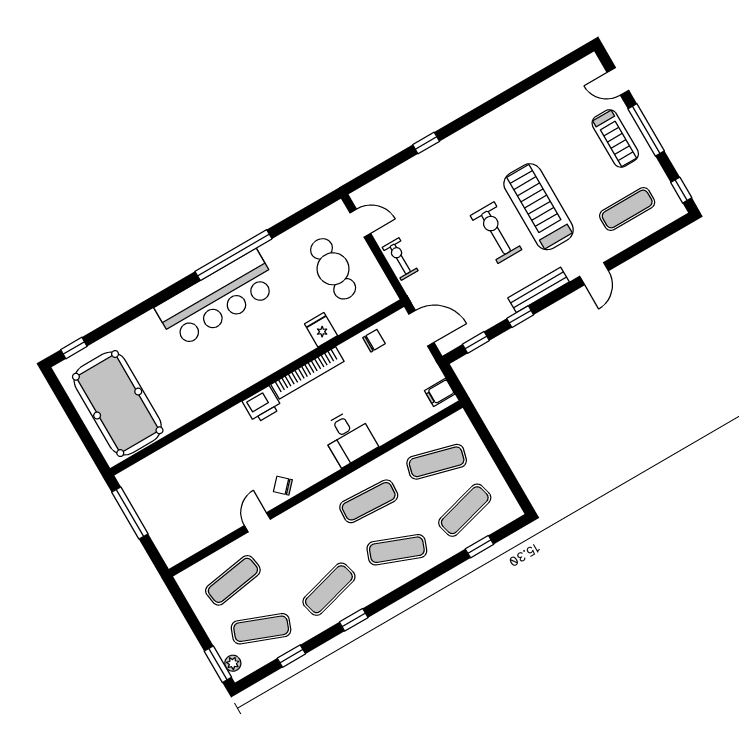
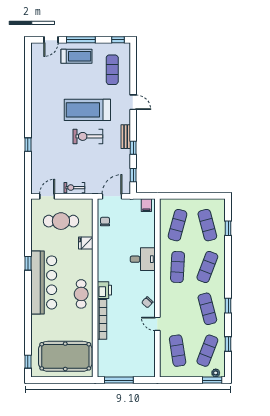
window: (234, 255) -> (28, 263), width x0.32
bench: (538, 290) -> (126, 137), width x0.73
cafe table: (234, 370) -> (81, 294), added
bookcase: (307, 373) -> (102, 319), moved

